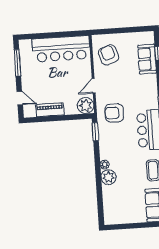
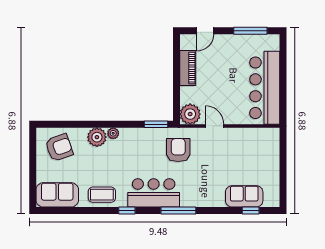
armchair: (109, 55) -> (59, 147), moved

